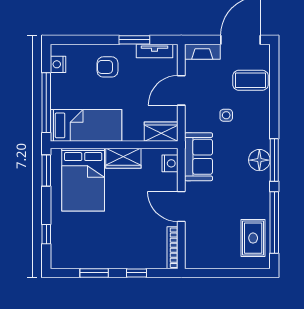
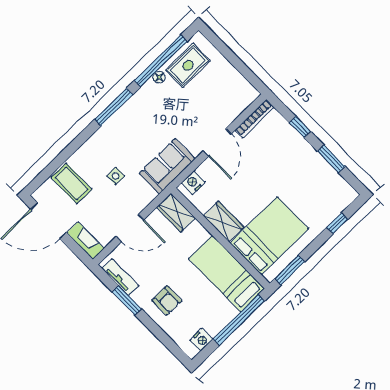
floor lamp: (259, 160) -> (159, 77), moved, width x0.53, depth x0.53

